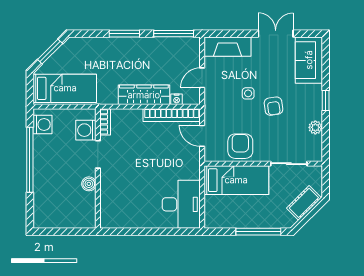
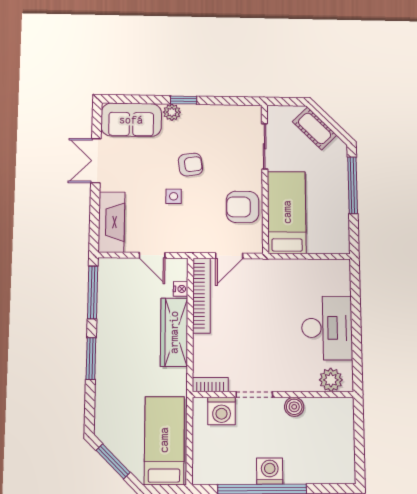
washing machine: (43, 124) -> (270, 471), moved
plant: (315, 127) -> (172, 112), moved
desk: (181, 204) -> (327, 328), moved, turned 90
plant: (109, 212) -> (331, 380), added

